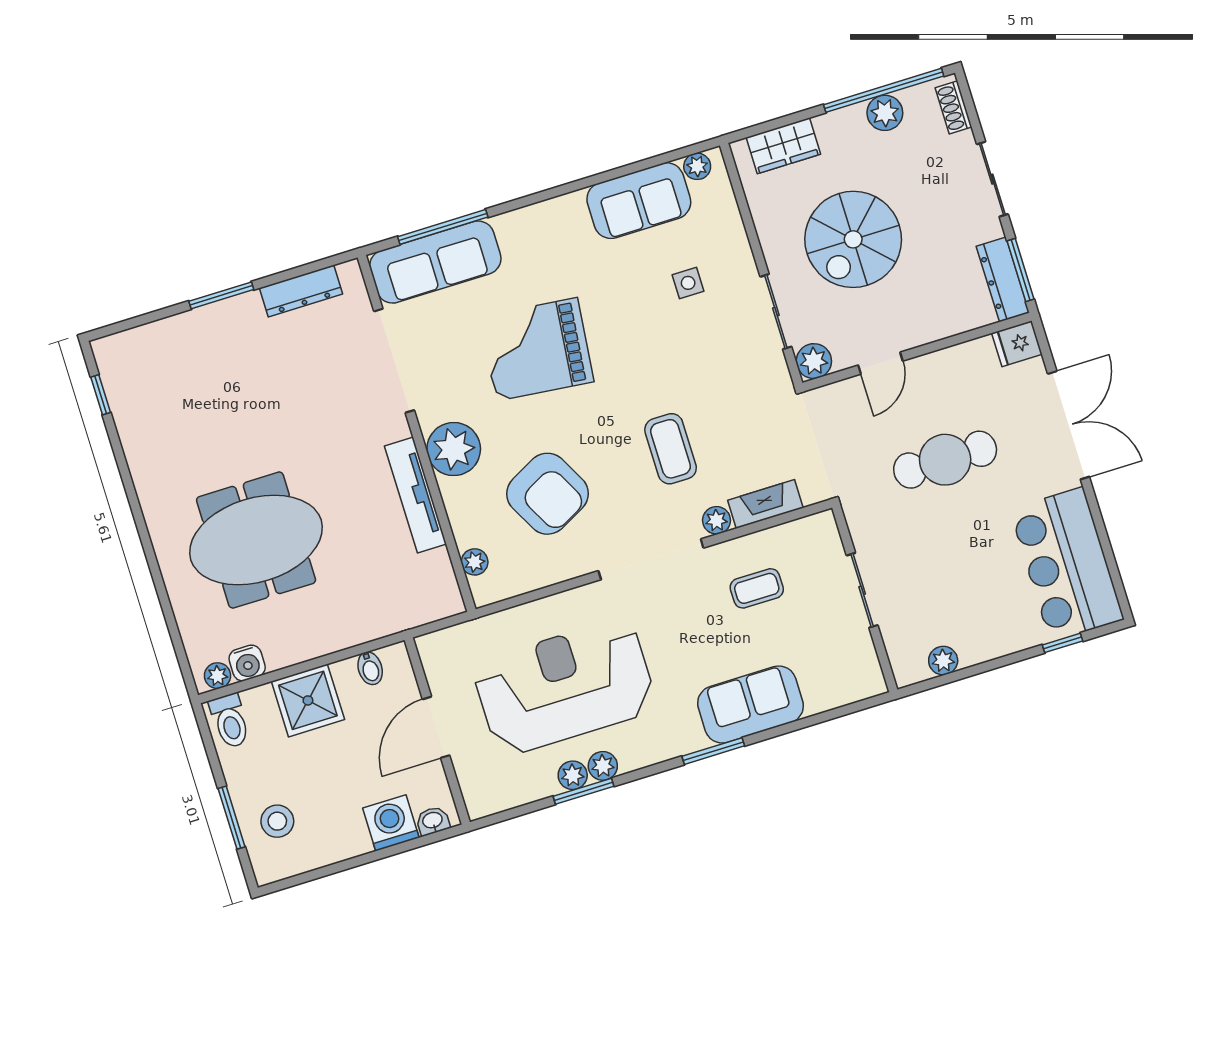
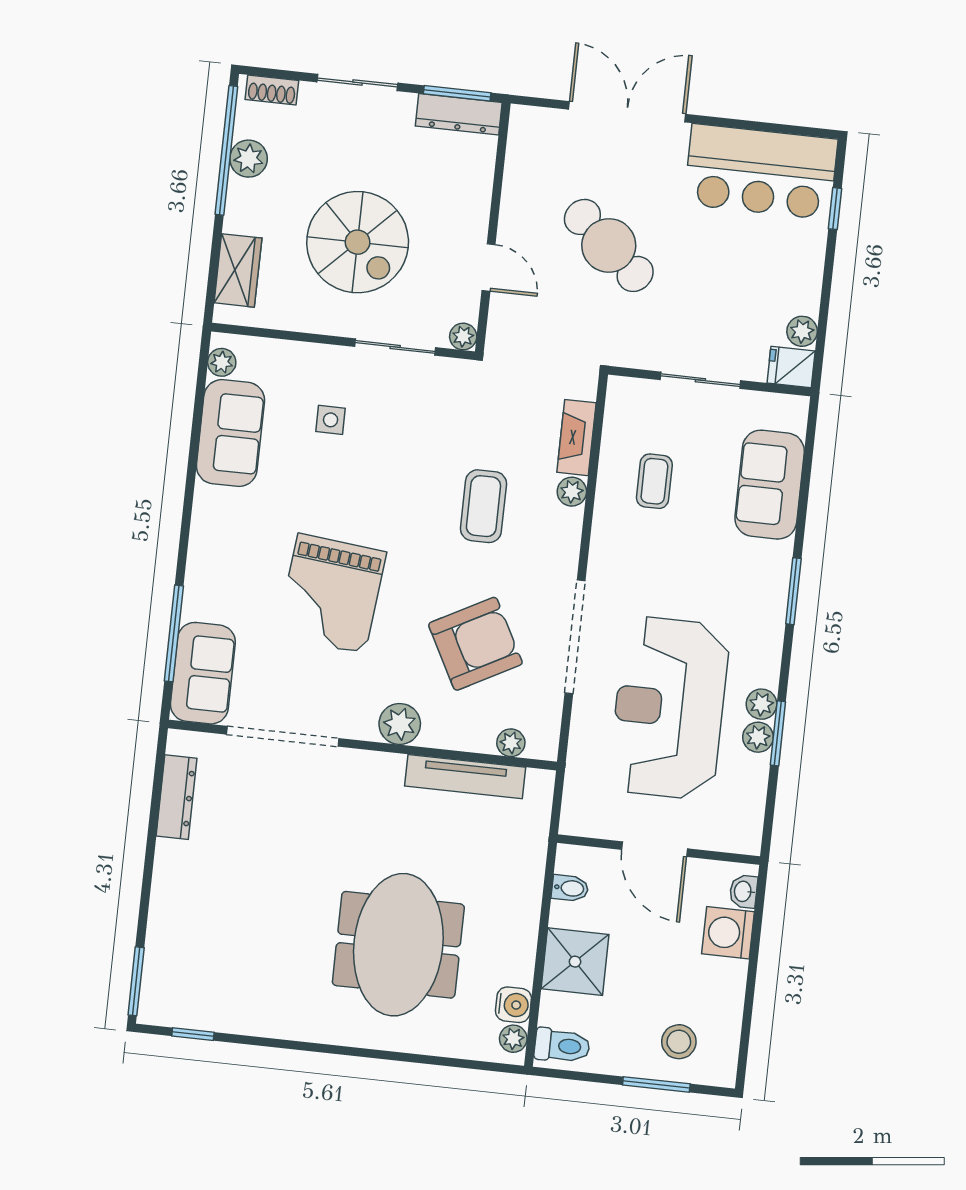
sofa: (435, 262) -> (203, 673), width x0.73
window: (221, 295) -> (136, 981), moved
fridge: (1017, 344) -> (791, 367), moved, turned 90
plant: (814, 361) -> (463, 337), width x0.73, depth x0.73
plant: (454, 449) -> (400, 724), width x0.73, depth x0.73
coffee table: (671, 449) -> (483, 506), turned 90
cafe table: (945, 460) -> (609, 245), turned -49
tv unit: (415, 495) -> (465, 777), moved
doorway: (651, 559) -> (575, 637), moved
sofa: (750, 705) -> (770, 485), moved

